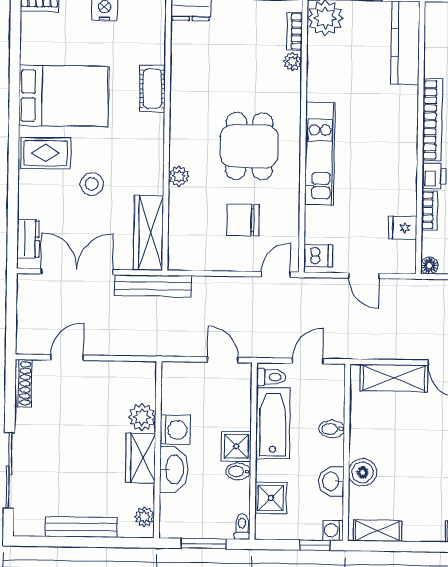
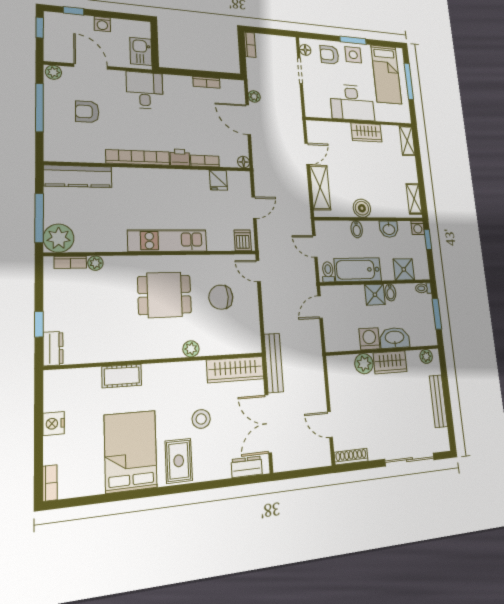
chair: (243, 220) -> (221, 297), turned 90
boiler: (363, 472) -> (362, 208), moved

